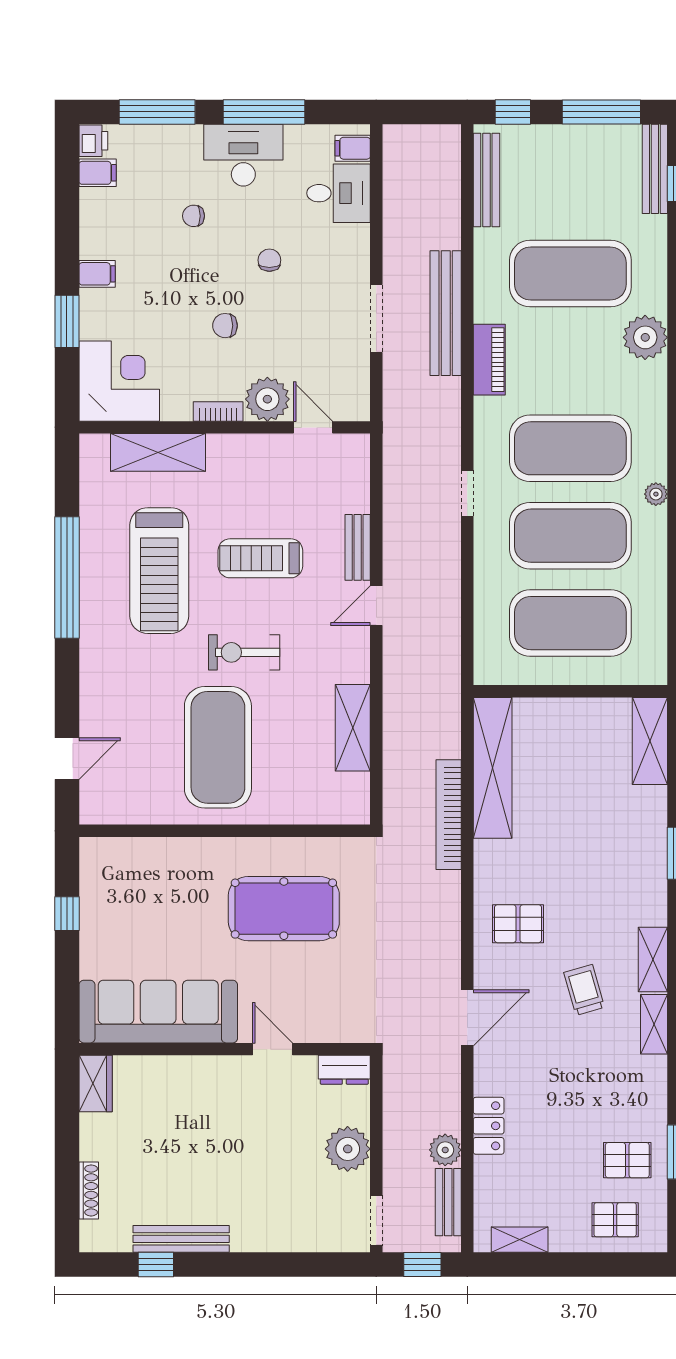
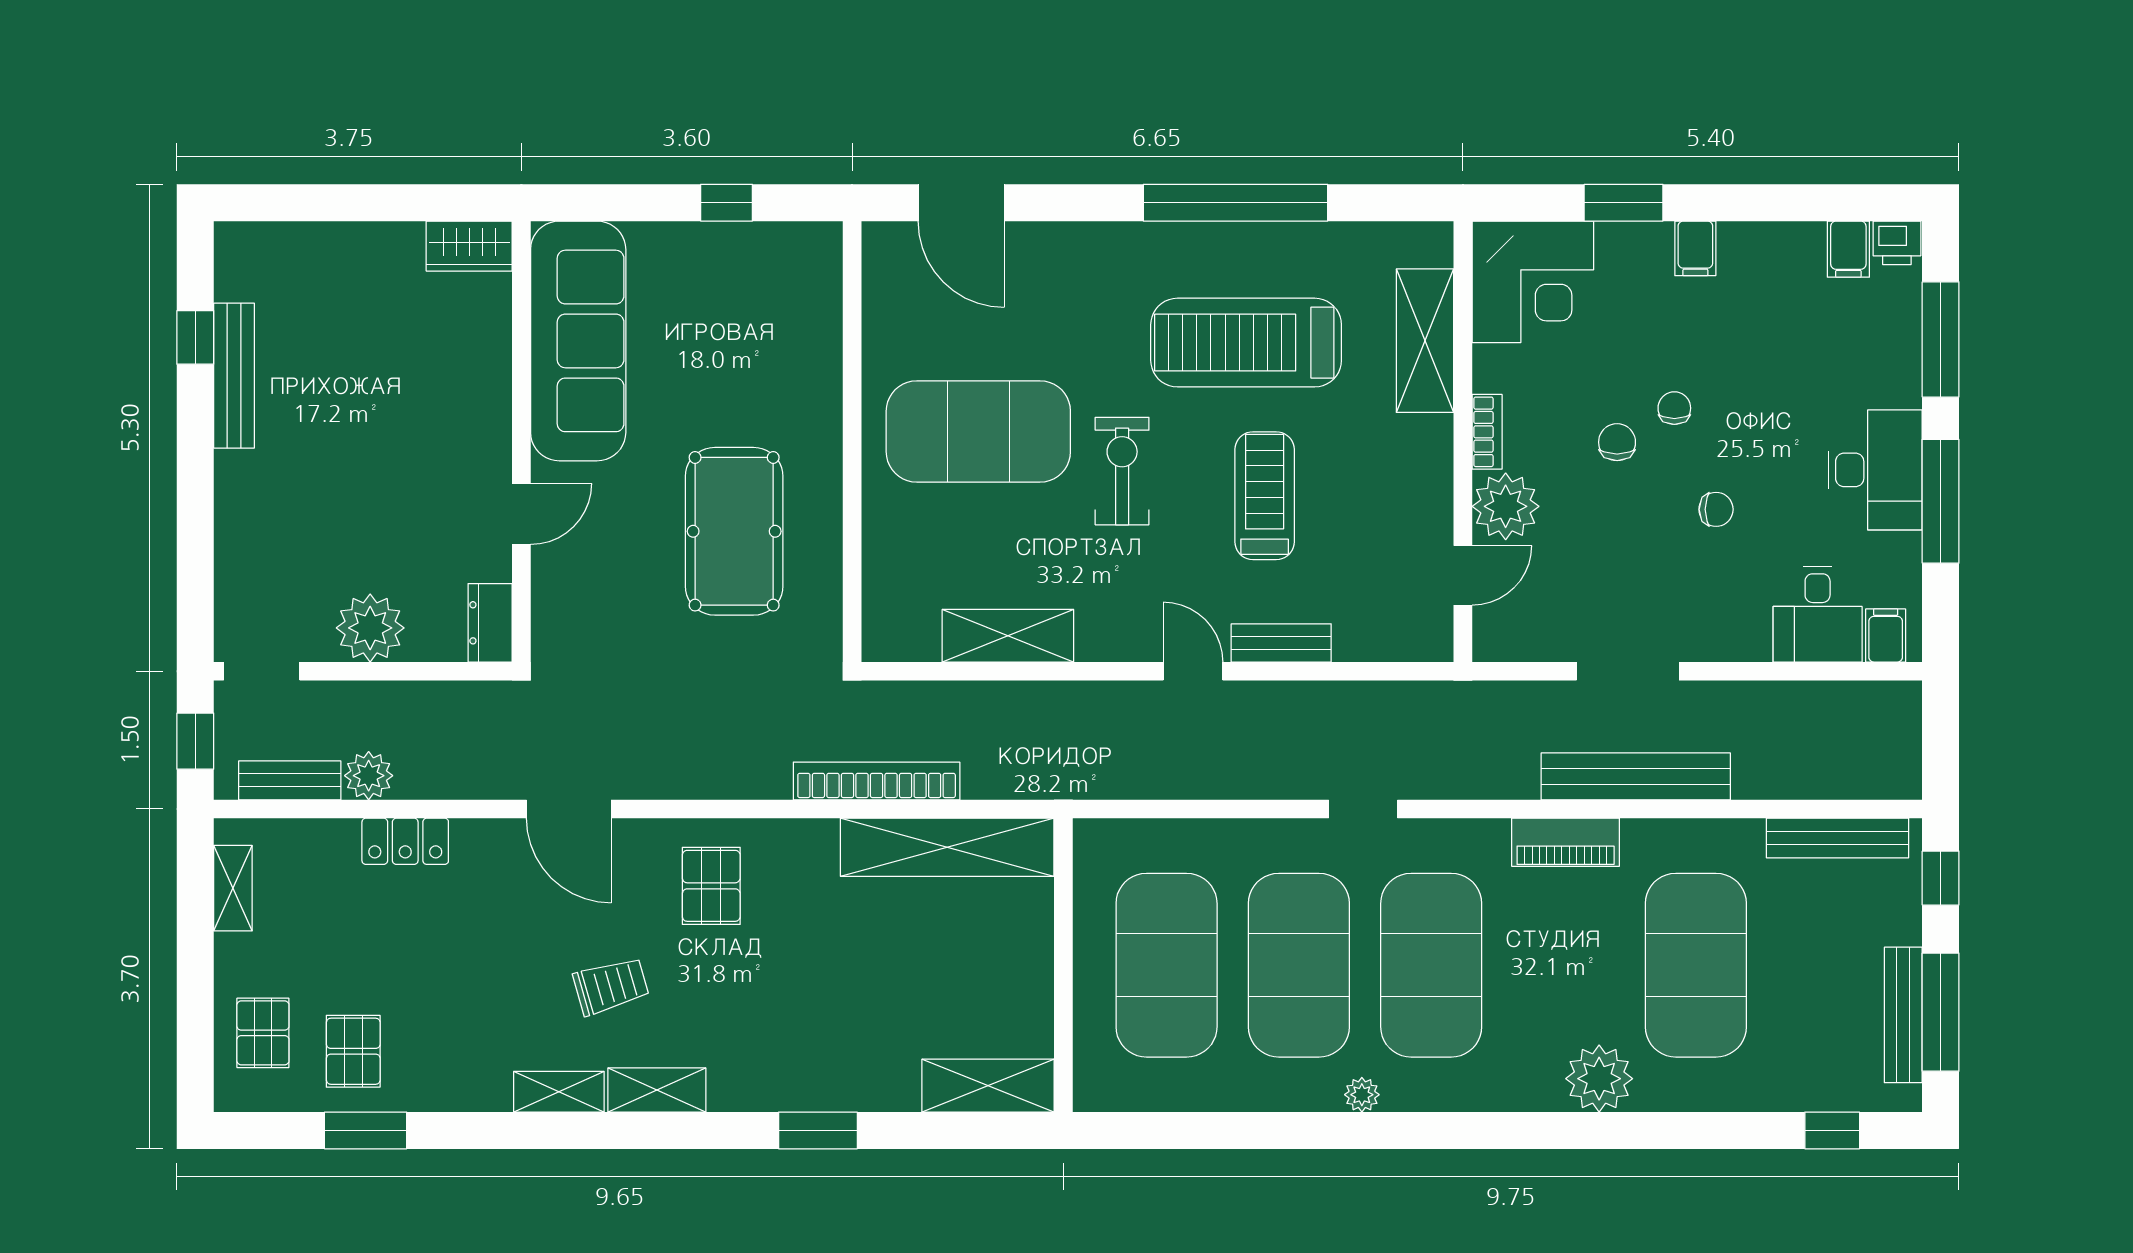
bench: (655, 169) -> (1903, 1015), moved, turned 90
chair: (193, 216) -> (1674, 408), moved
door: (67, 759) -> (961, 203), width x1.38
shoe rack: (89, 1190) -> (307, 236), removed

